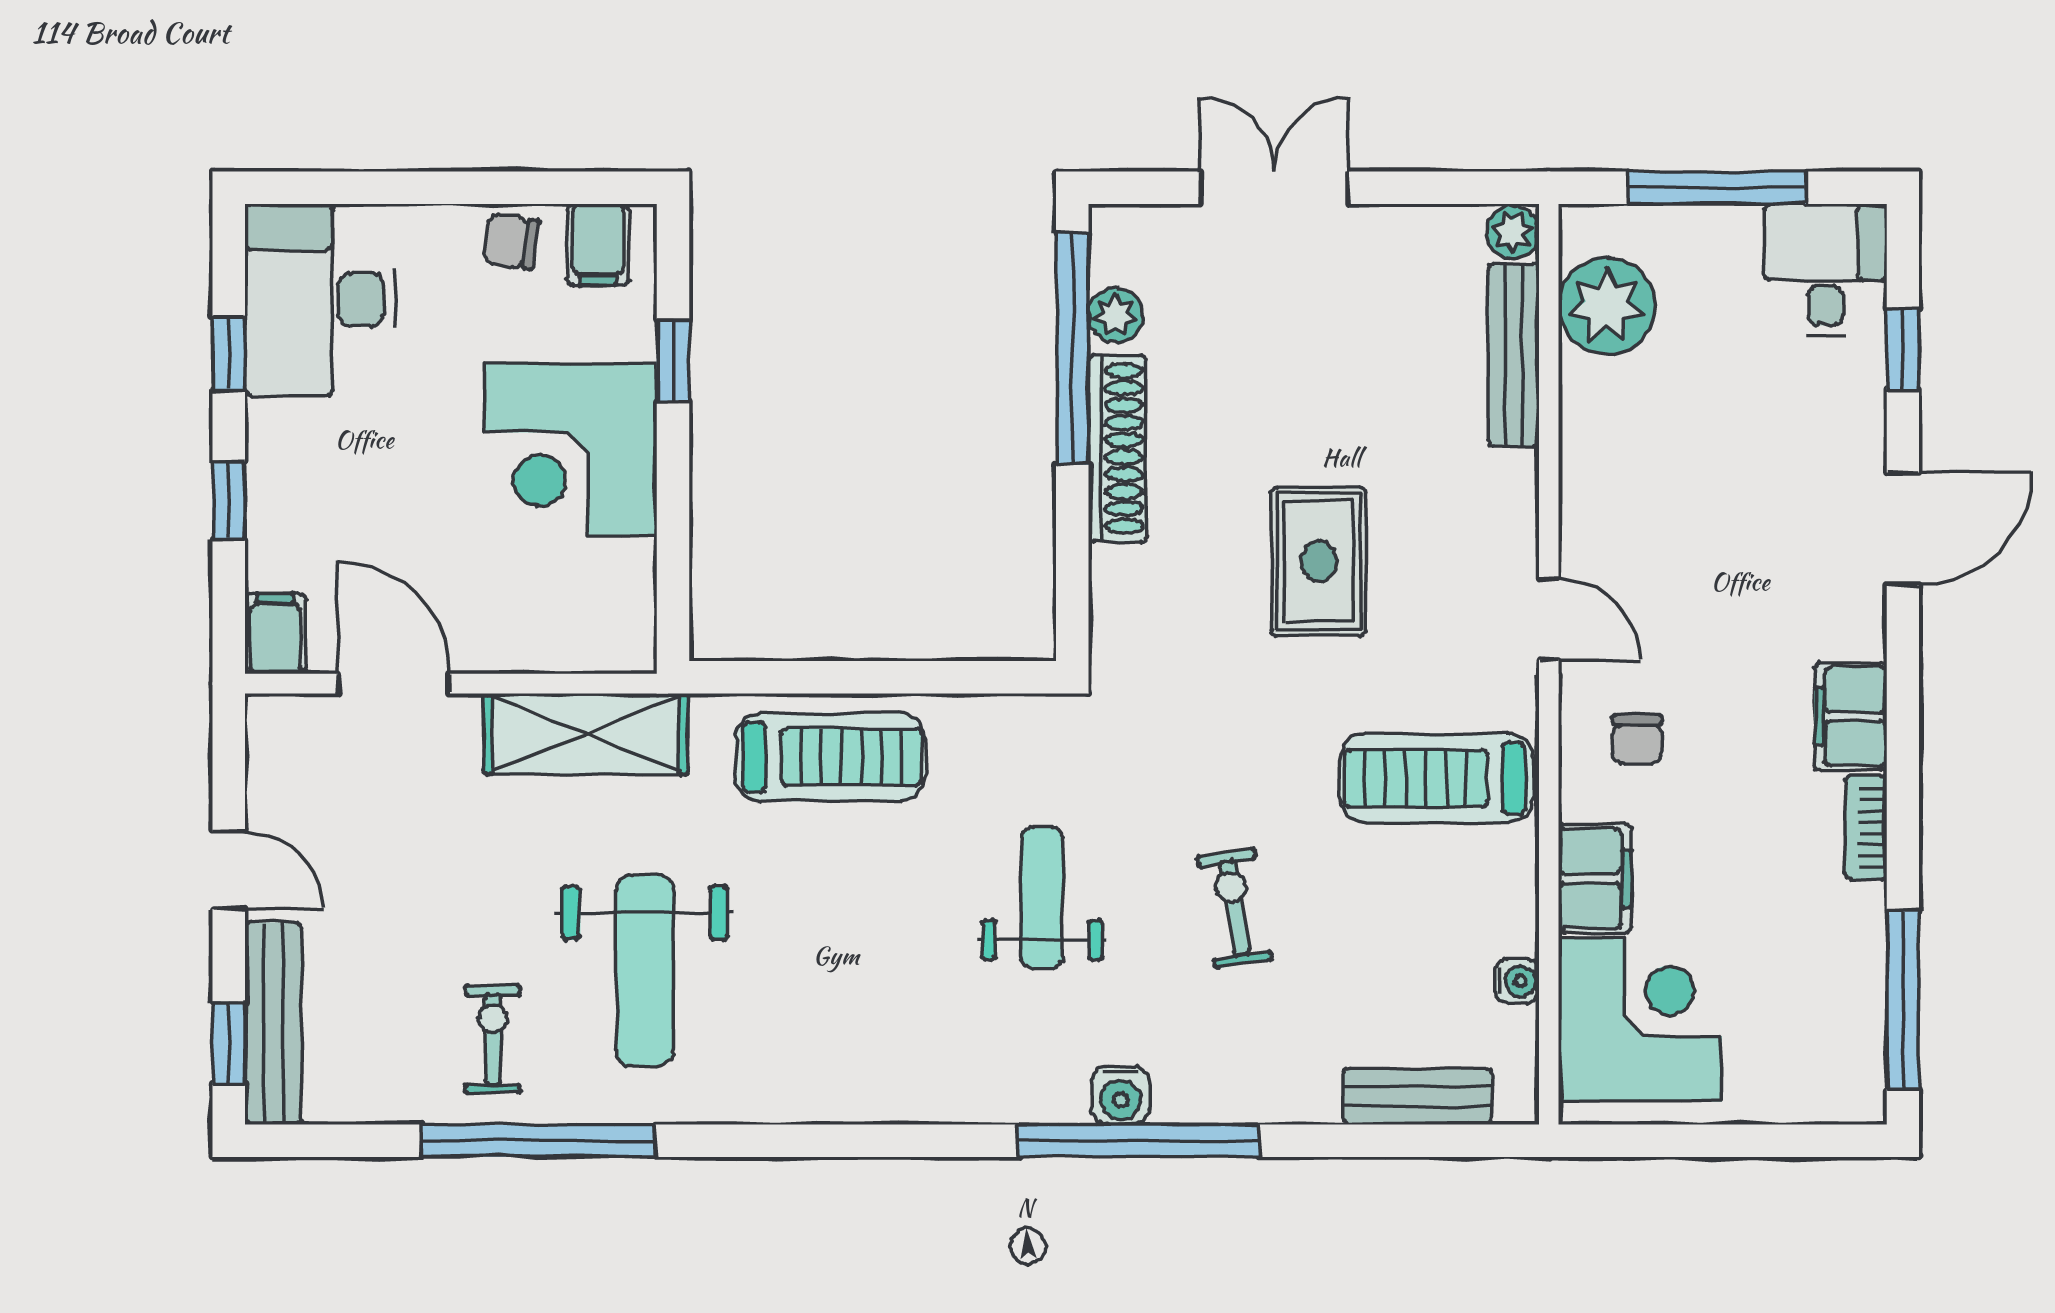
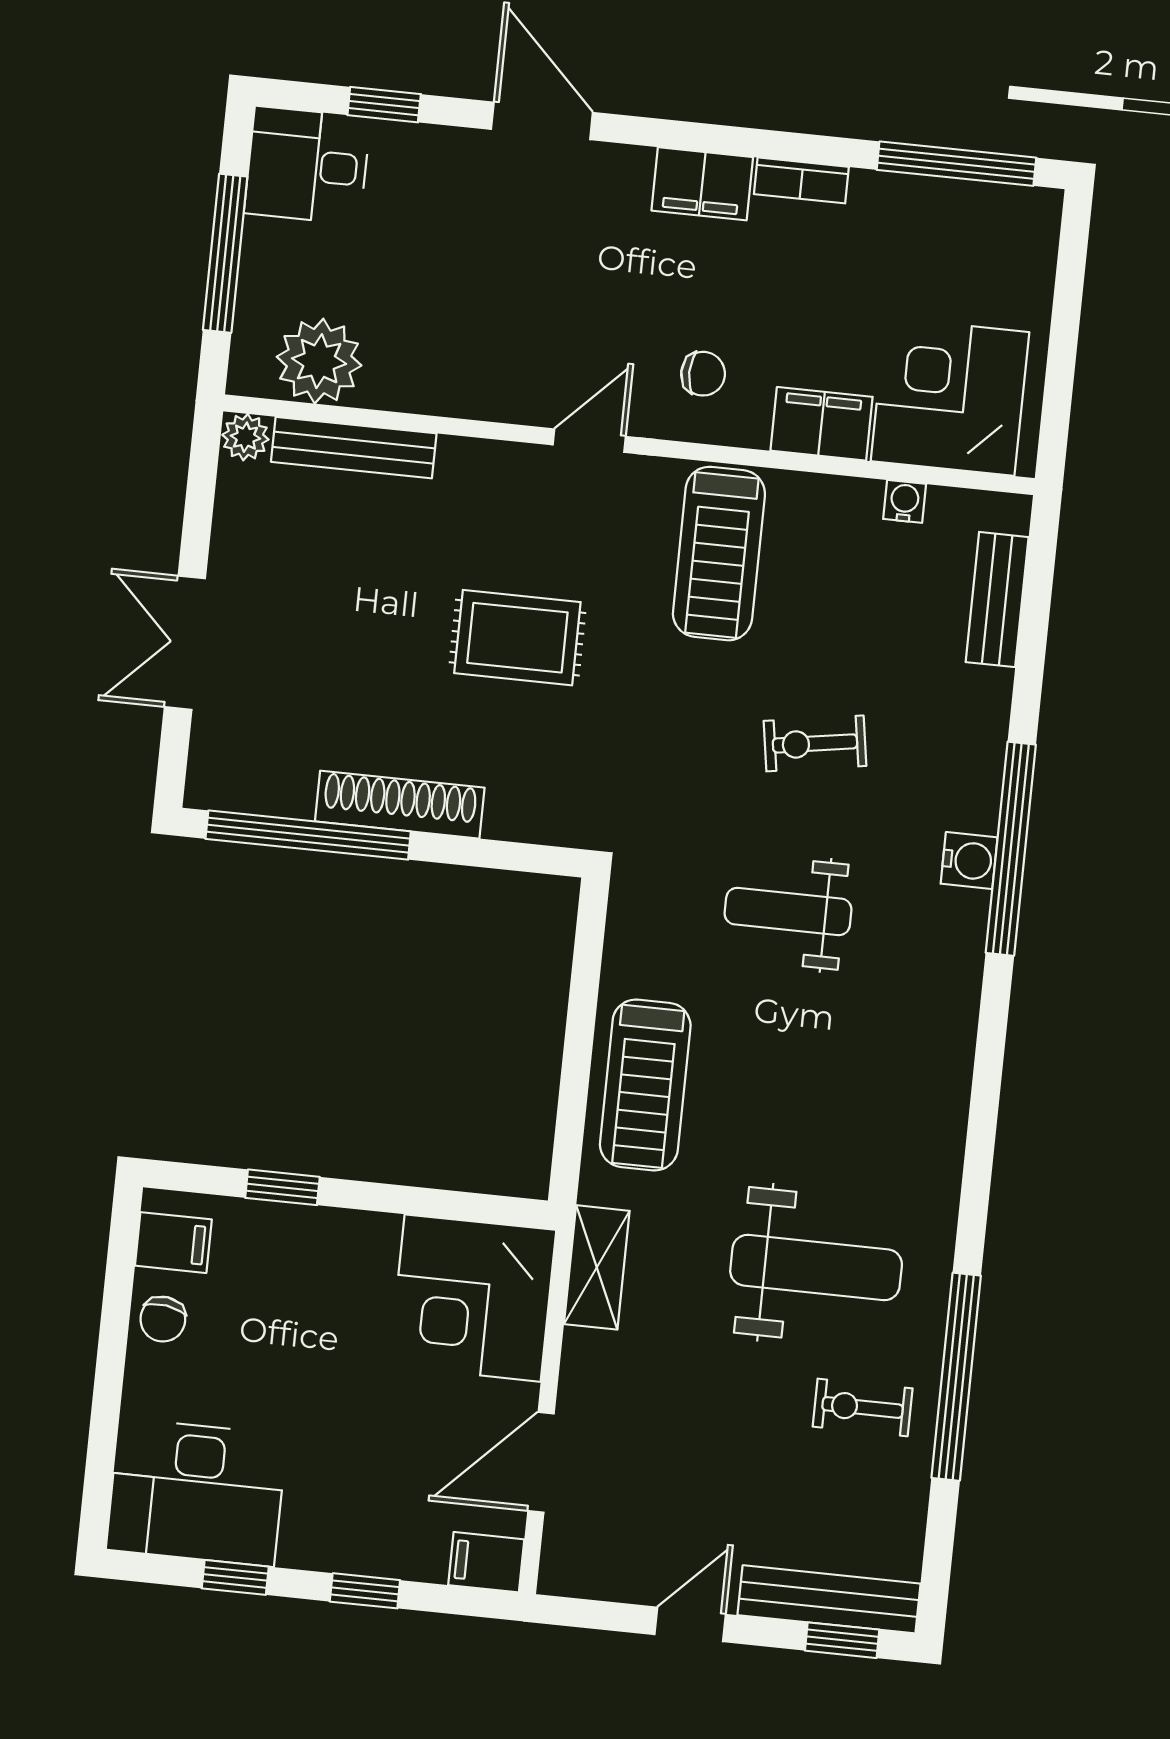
plant: (1116, 315) -> (282, 794), removed
corner desk: (571, 450) -> (473, 1298), moved, turned 90
shelving: (586, 734) -> (597, 1267), width x0.67, depth x0.75
treadmill: (830, 757) -> (645, 1085), turned 180

